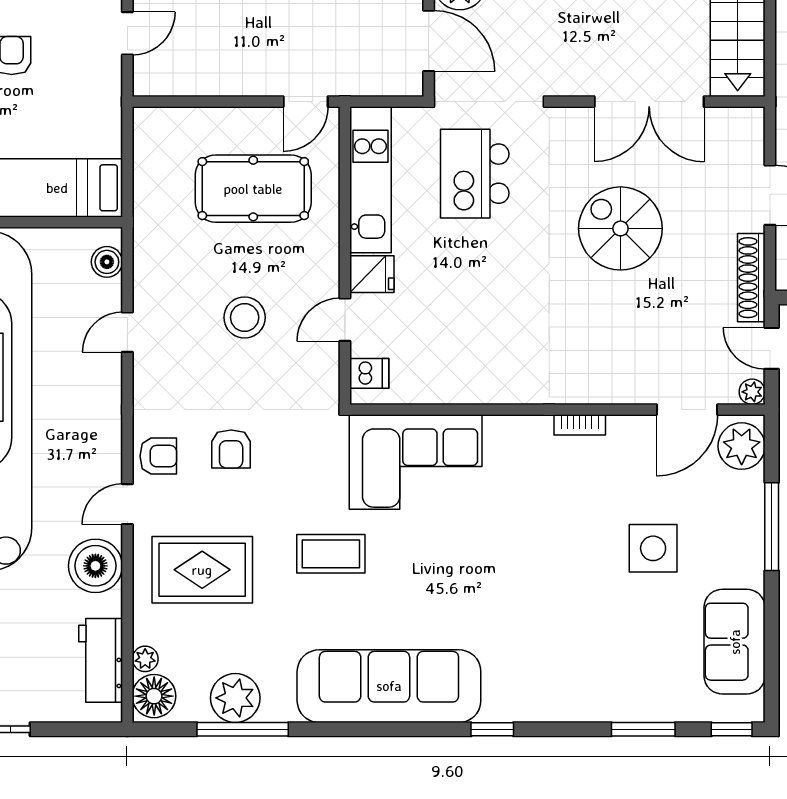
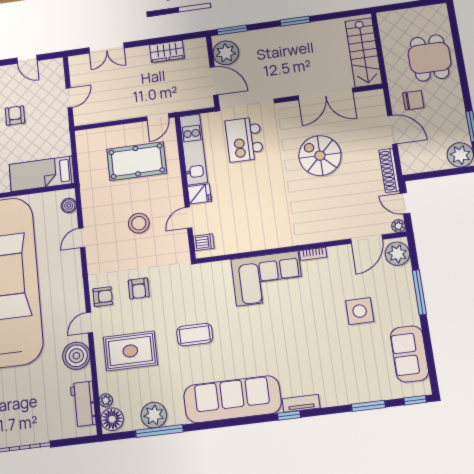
corner sofa: (416, 462) -> (267, 278), moved
tv unit: (518, 709) -> (301, 403), added

